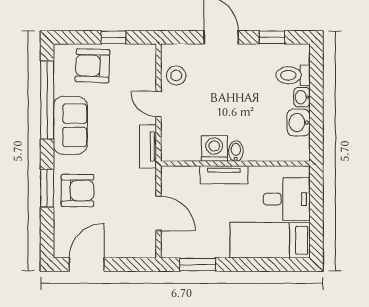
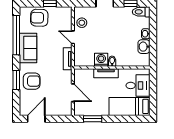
toilet: (293, 75) -> (141, 12), moved

